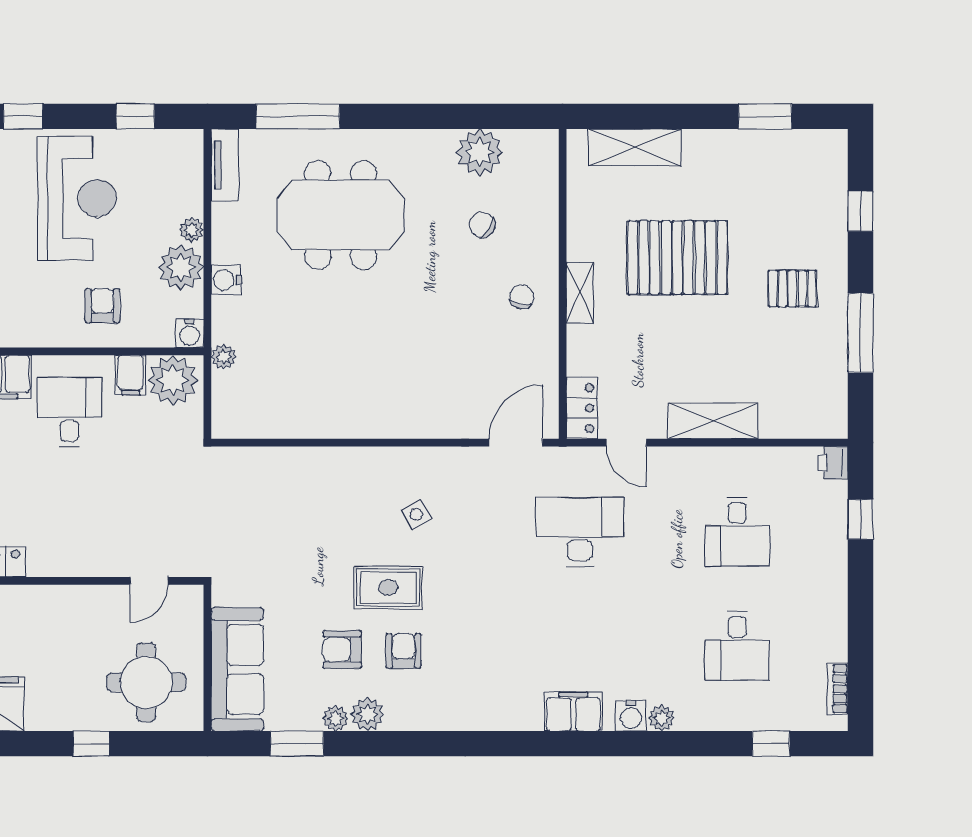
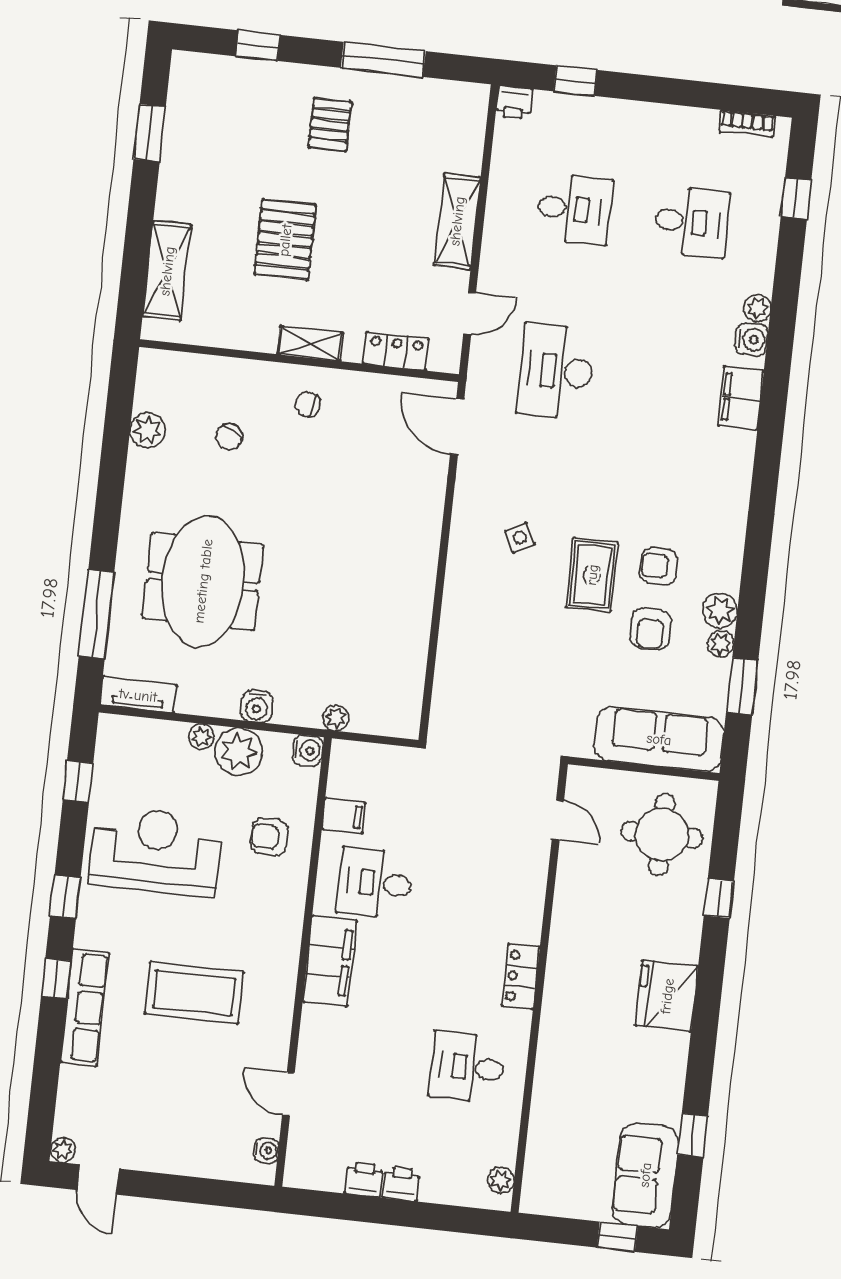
plant: (480, 152) -> (148, 430), width x0.73, depth x0.73
pallet: (677, 258) -> (285, 240), width x0.73, depth x0.71
plant: (173, 380) -> (354, 773), removed
locker: (582, 408) -> (396, 351), moved

